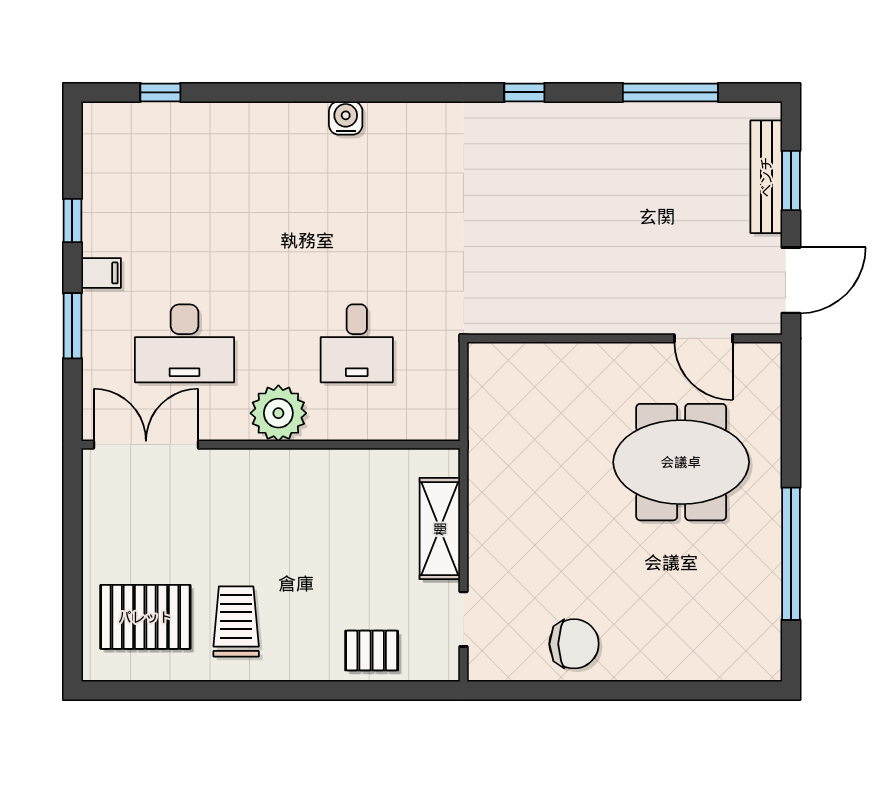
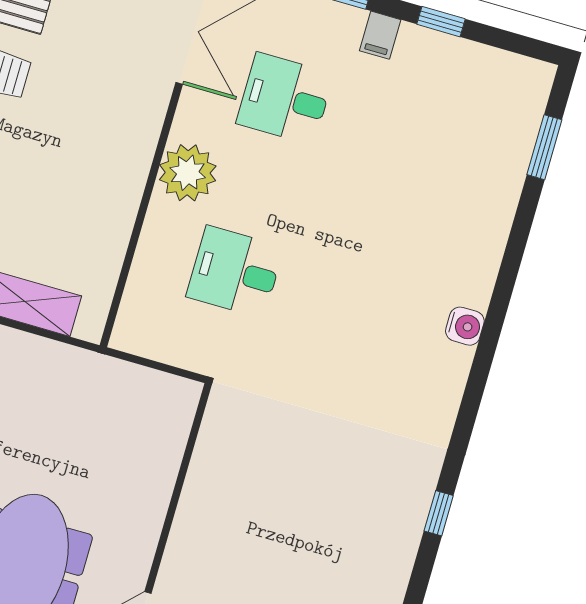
window: (160, 92) -> (544, 147), width x1.50
desk: (184, 343) -> (285, 99), width x0.73

